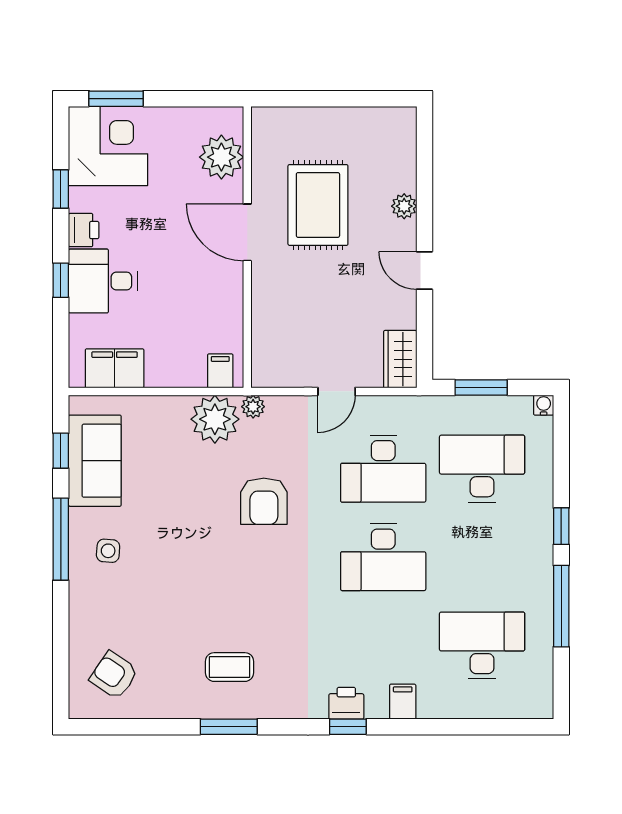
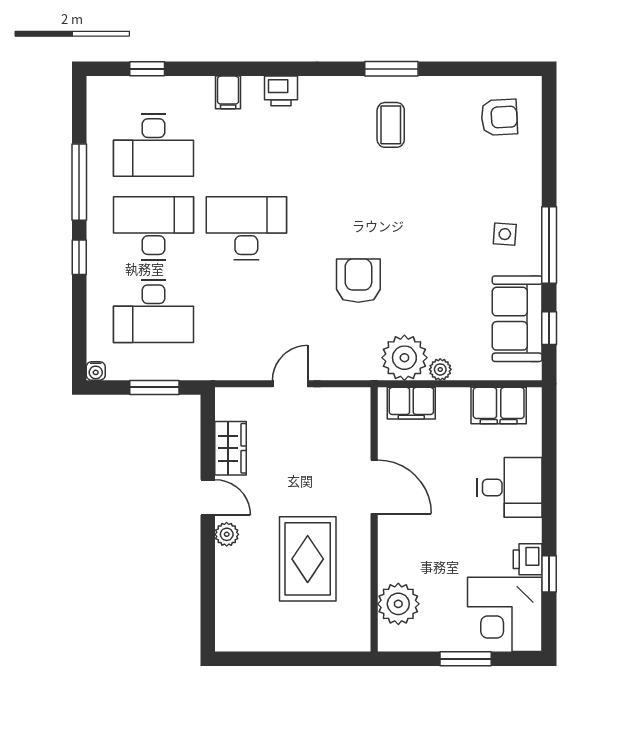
window: (116, 99) -> (466, 659), moved
plant: (404, 206) -> (227, 534), moved
printer: (84, 230) -> (528, 559), moved
door: (247, 232) -> (374, 487), moved
window: (61, 280) -> (549, 488), removed
wardrobe: (400, 359) -> (230, 448), moved
filing cabinet: (220, 371) -> (411, 403), width x2.00
plant: (253, 407) -> (440, 369), moved
desk: (383, 469) -> (154, 228), moved
coffee table: (230, 667) -> (391, 125), turned 90
armchair: (114, 675) -> (499, 117), turned -37
window: (348, 727) -> (147, 69), moved

